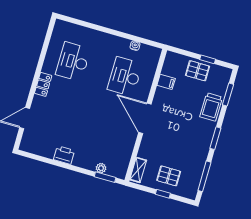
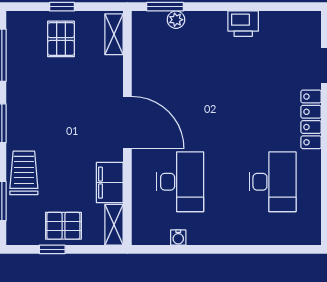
shelving: (169, 63) -> (114, 225), added
filing cabinet: (166, 82) -> (110, 183), width x2.00
locker: (43, 84) -> (311, 119), width x1.53
pallet: (169, 176) -> (61, 39), turned 90

